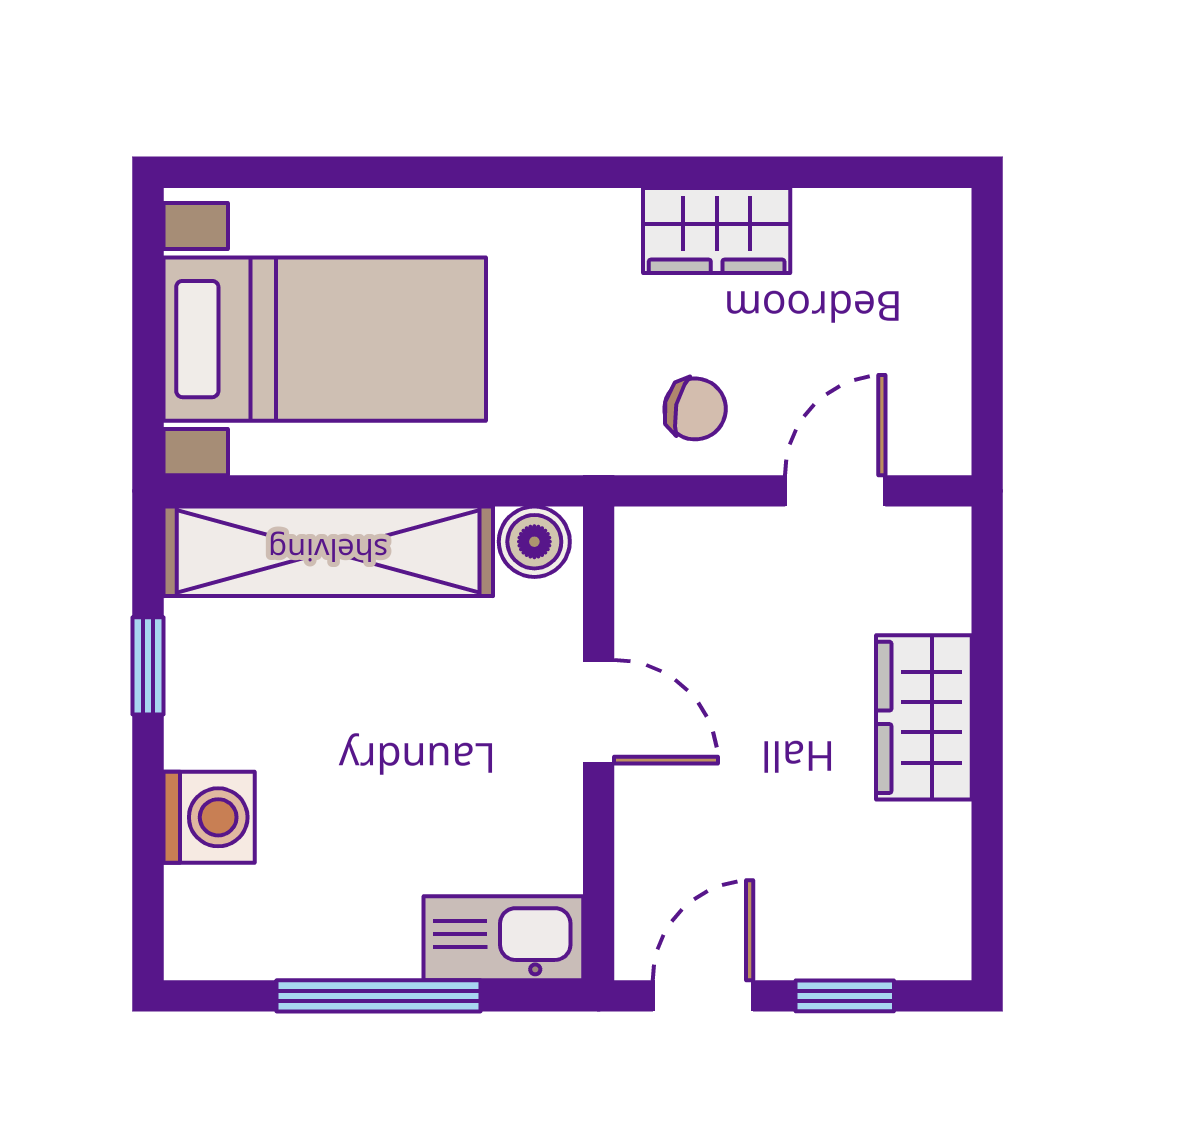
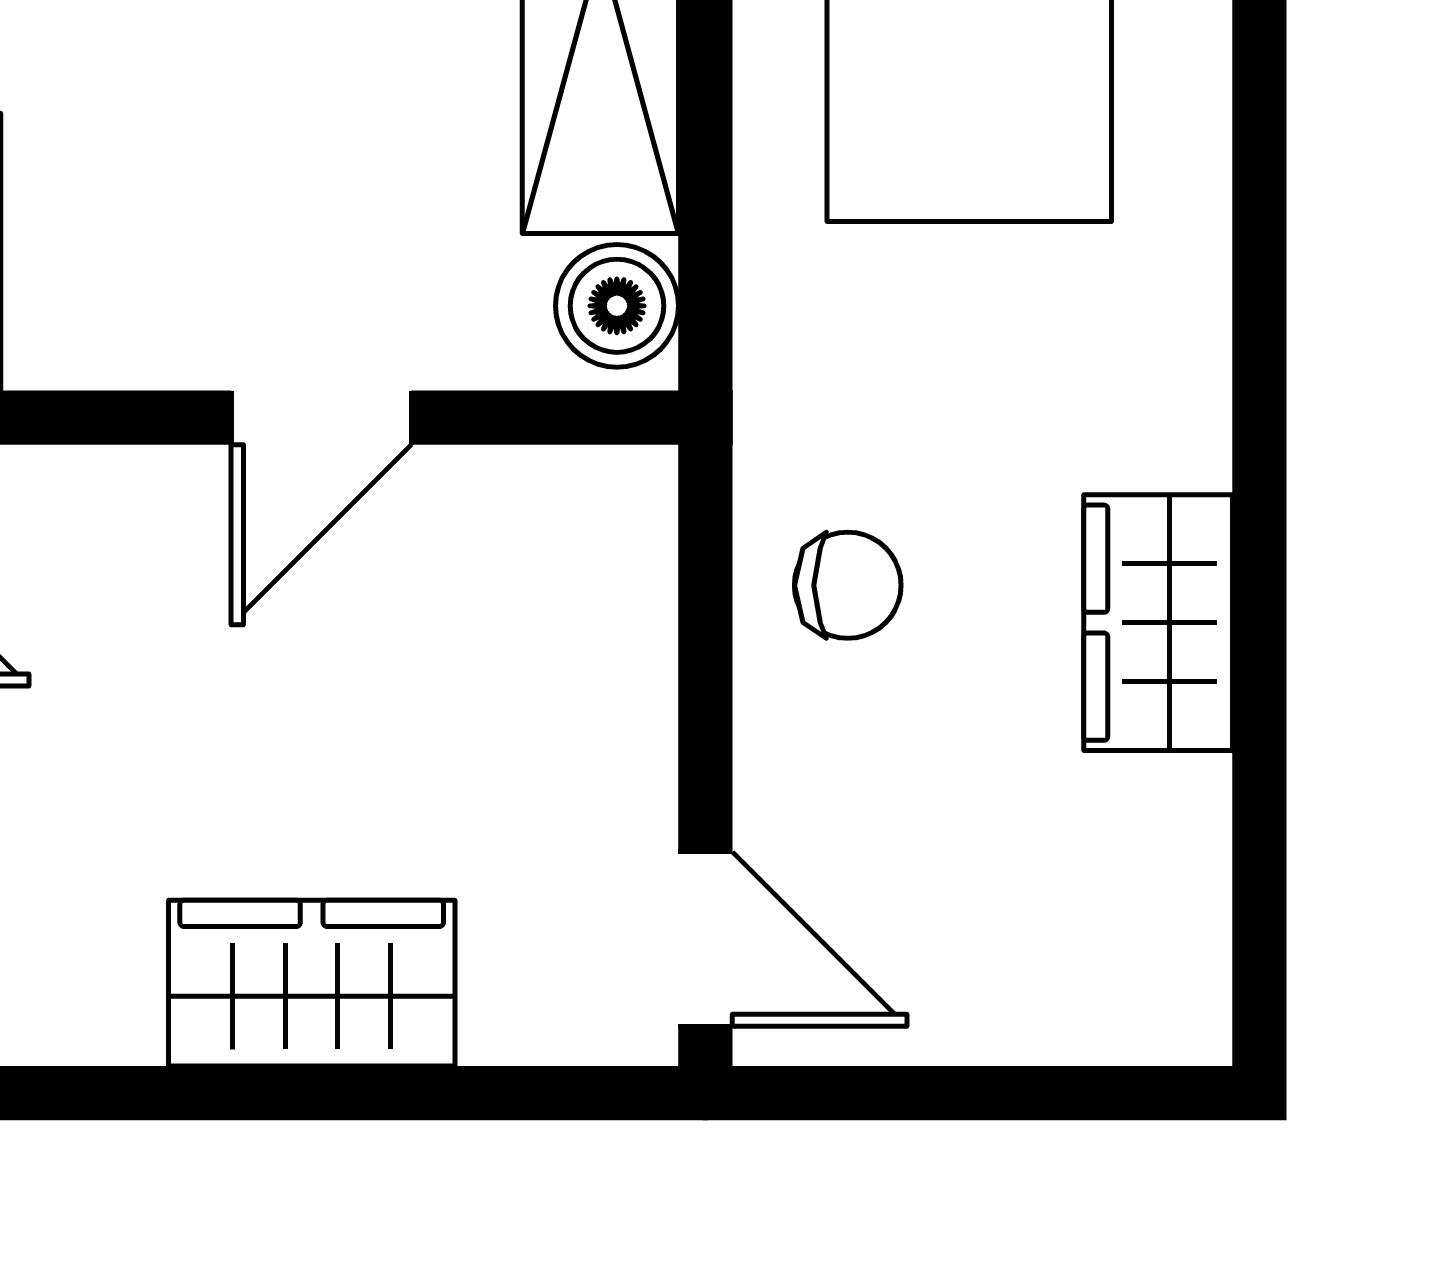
chair: (695, 409) -> (848, 585), turned -103
door: (835, 491) -> (705, 939), moved

